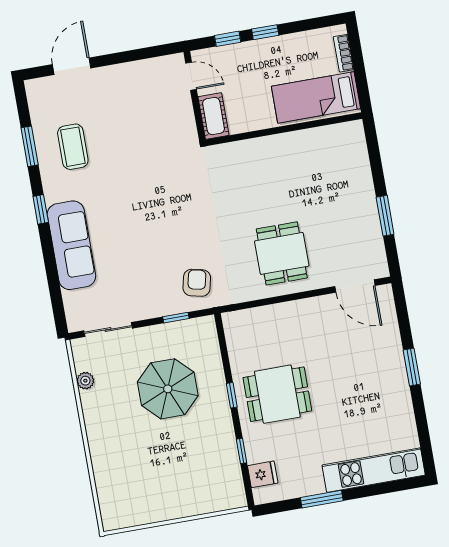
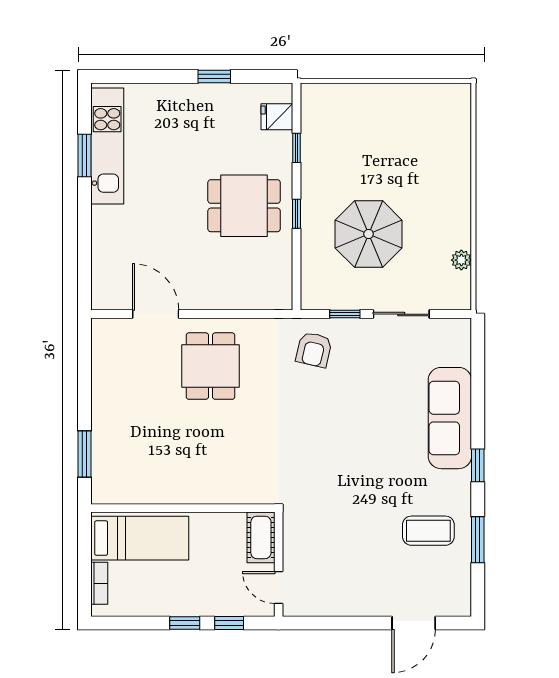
coffee table: (73, 147) -> (428, 531), turned 90
window: (385, 216) -> (84, 454), moved
door: (355, 286) -> (156, 314), moved
sliding door: (108, 330) -> (401, 314), moved
window: (412, 367) -> (84, 156), moved
kitchen unit: (374, 470) -> (107, 146), moved, turned -90
window: (322, 499) -> (214, 76), width x0.67

